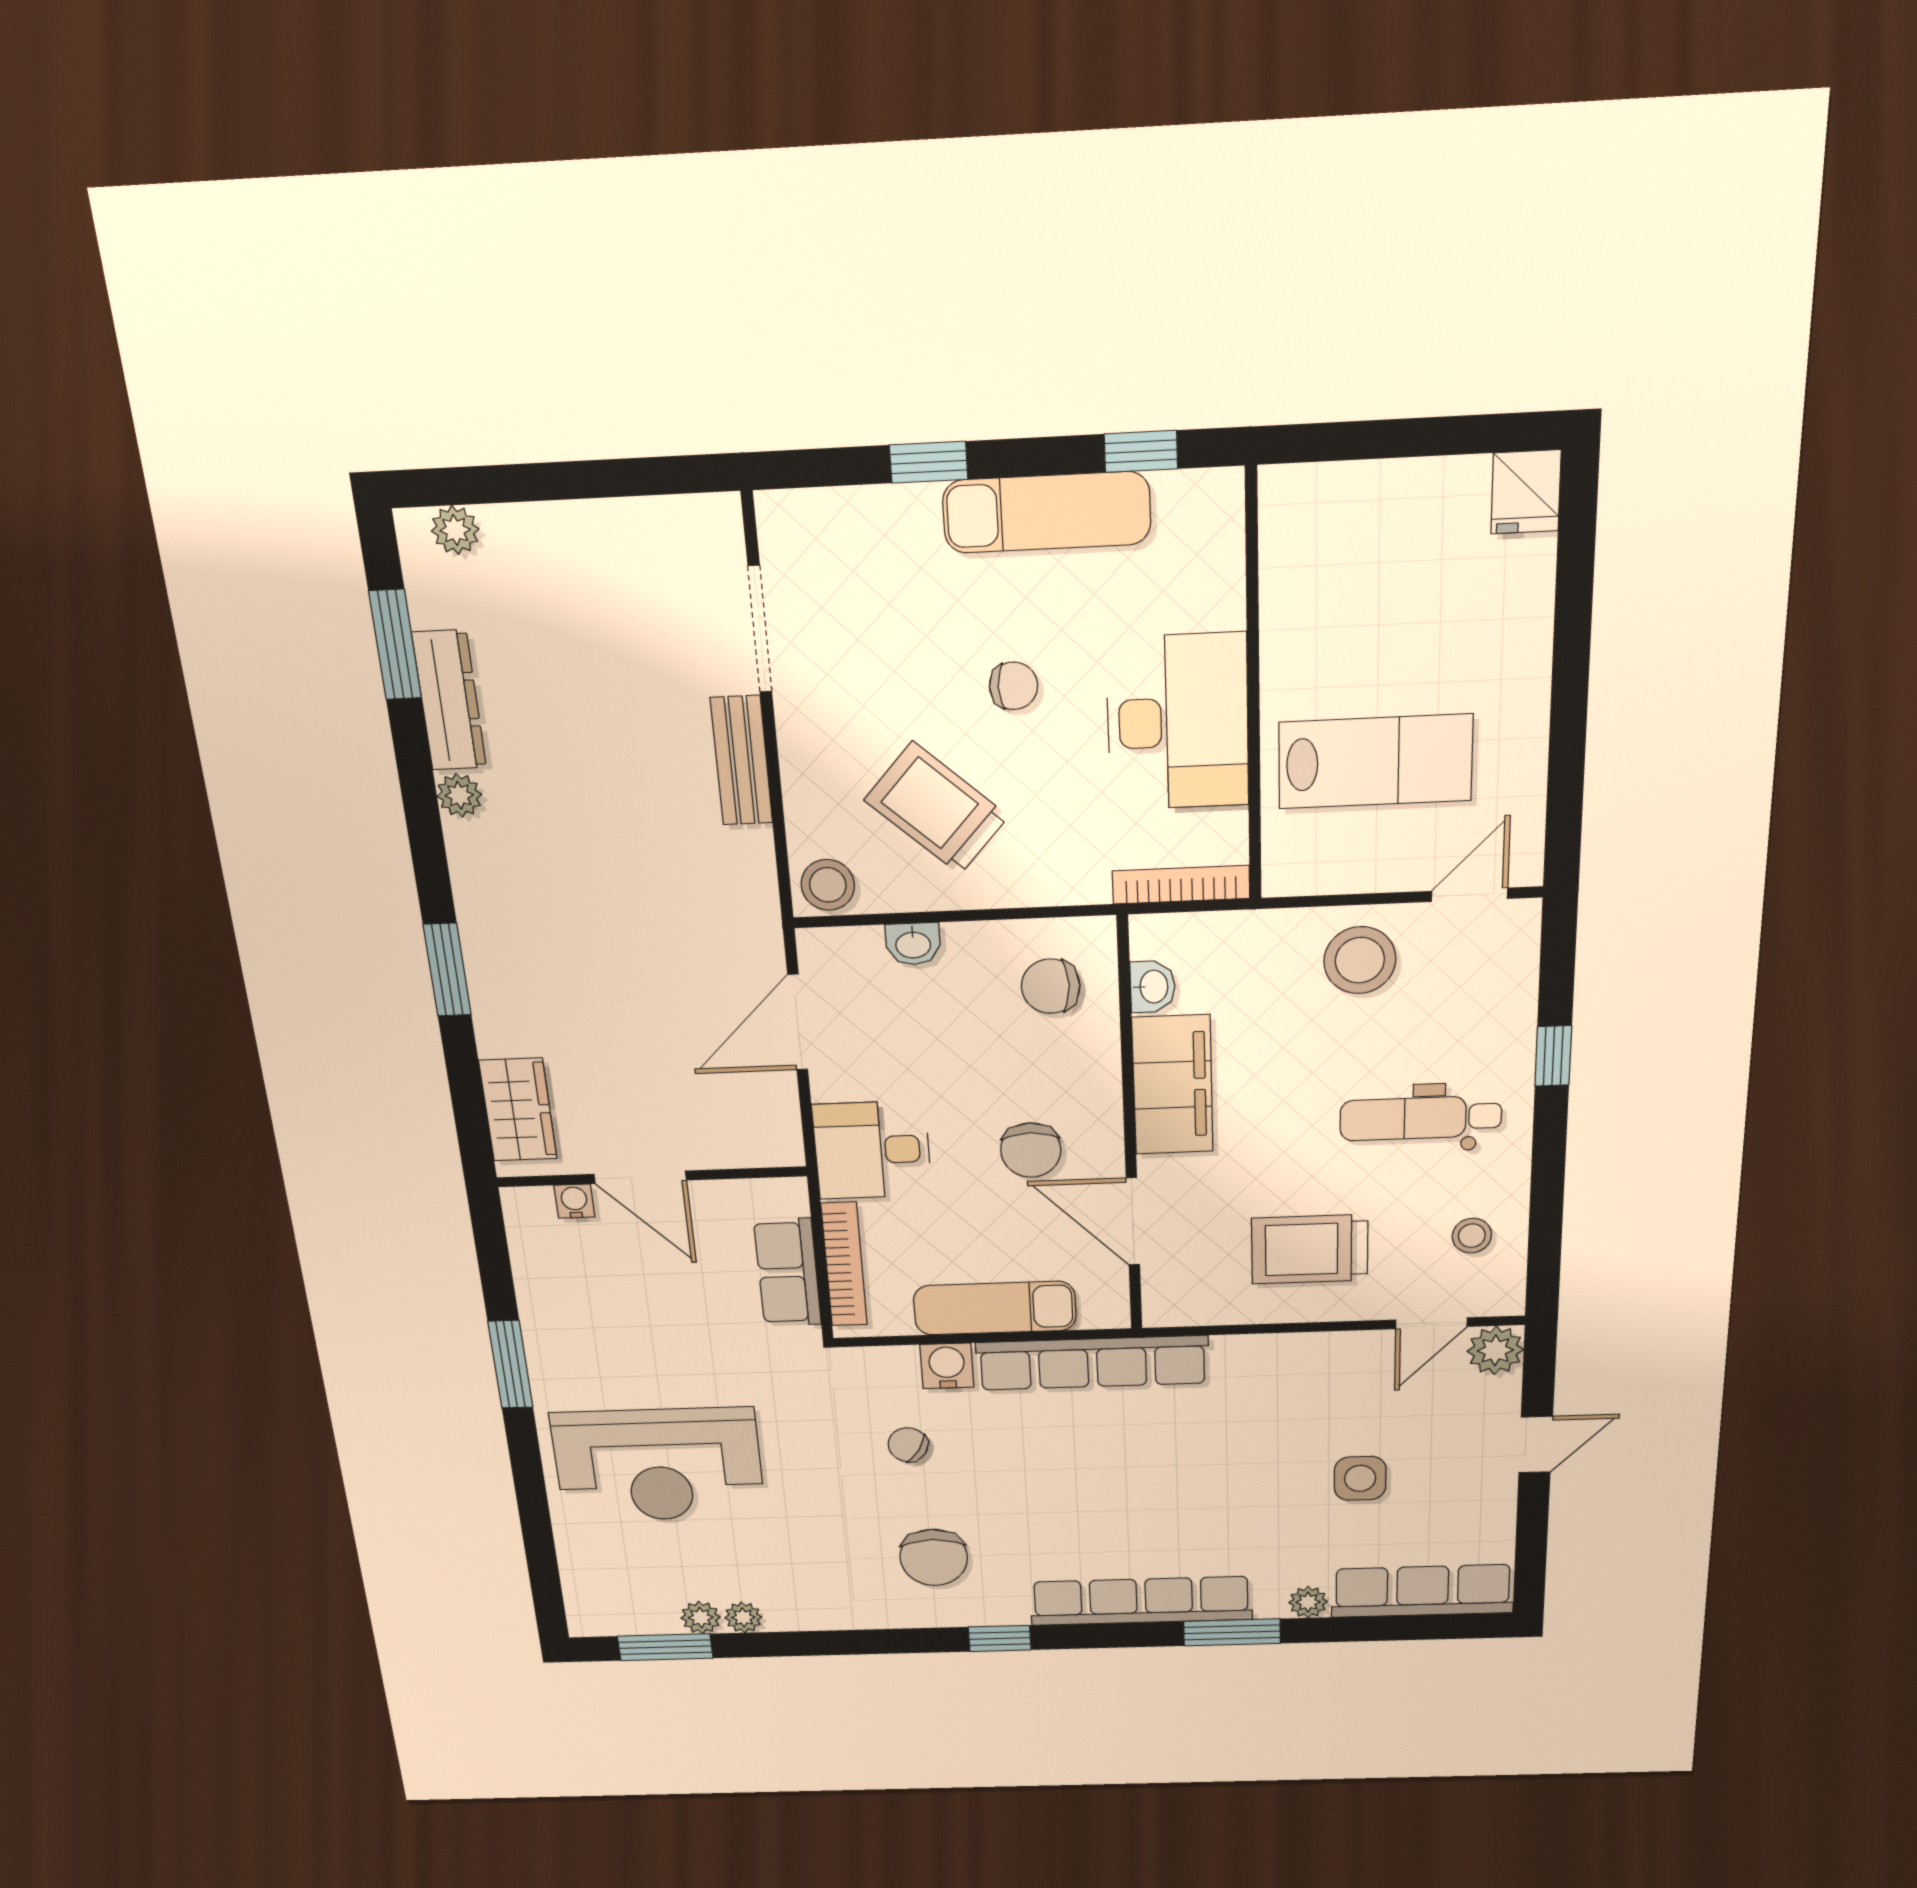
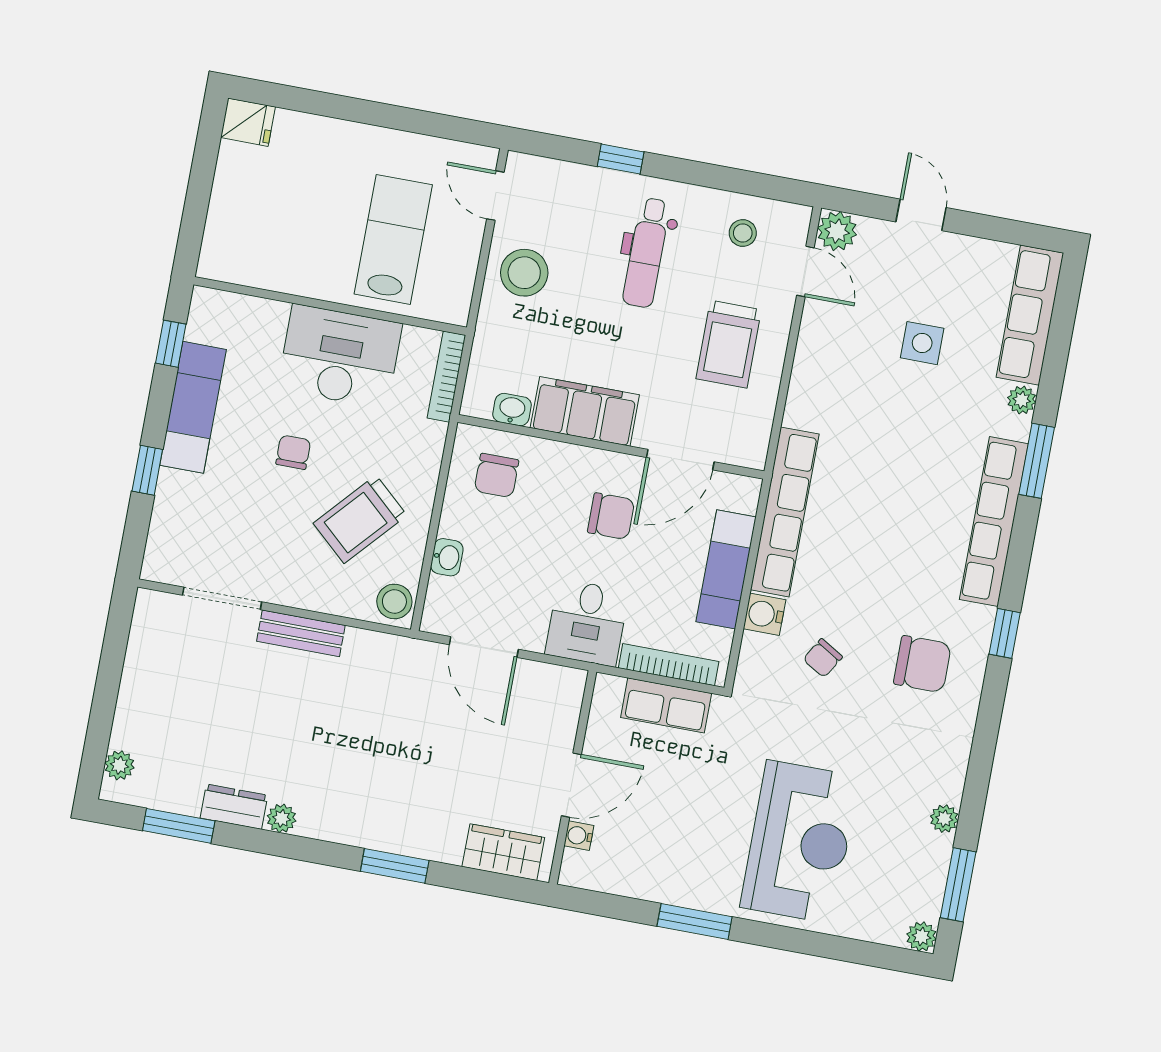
dresser: (449, 700) -> (234, 807), width x0.70
plant: (701, 1618) -> (921, 937), moved

